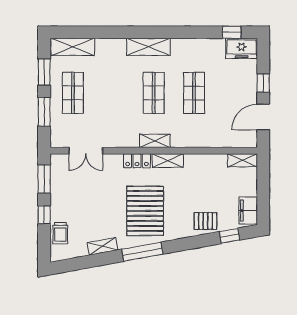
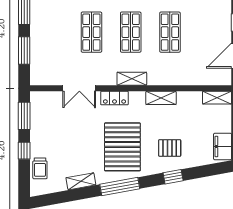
shop shelf: (73, 93) -> (91, 32), moved
double door: (86, 151) -> (79, 88), moved
shelving: (168, 161) -> (161, 98), moved
pallet: (205, 221) -> (170, 148), moved
window: (230, 236) -> (173, 177), moved

